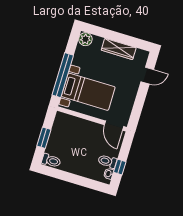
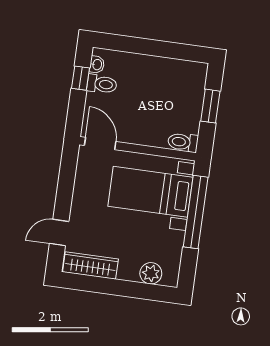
plant: (85, 39) -> (151, 273), moved
wardrobe: (119, 49) -> (90, 265), moved
toilet: (51, 161) -> (183, 142), moved

